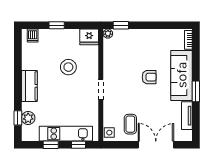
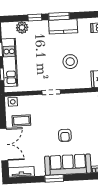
window: (18, 77) -> (59, 16), added
kitchen counter: (29, 86) -> (63, 26), moved
tv unit: (187, 116) -> (21, 172), moved
window: (18, 118) -> (35, 17), moved

